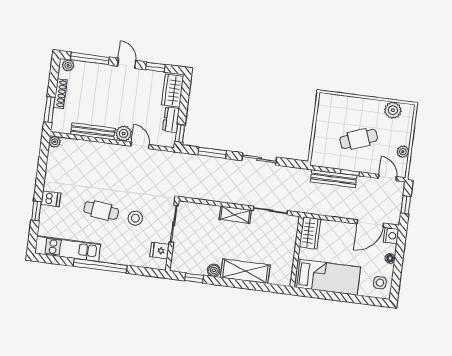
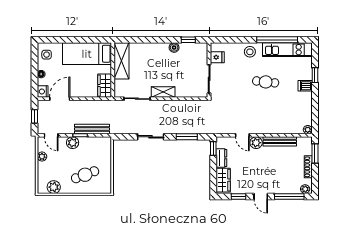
cafe table: (359, 139) -> (85, 175), moved
plant: (361, 164) -> (73, 143), added
stool: (135, 218) -> (250, 52), moved
window: (100, 266) -> (277, 40), moved
shelving: (245, 271) -> (121, 61), moved, turned 90

